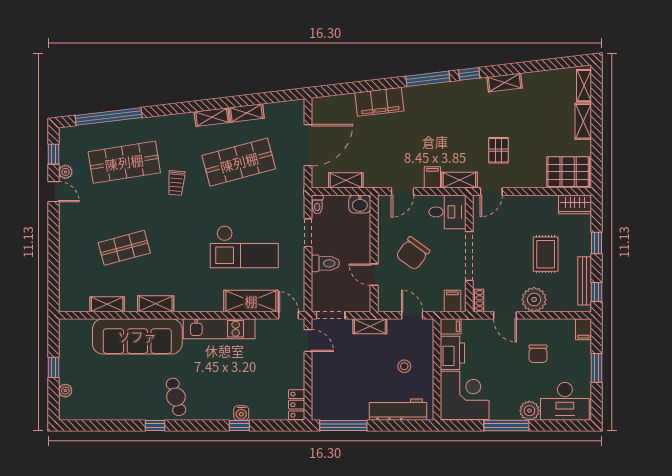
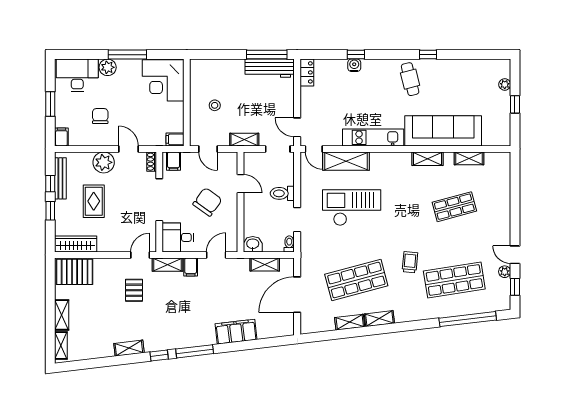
wardrobe: (575, 204) -> (76, 244), width x1.50
window: (596, 292) -> (50, 184), moved
printer: (452, 353) -> (174, 117), removed
workbench: (398, 410) -> (270, 68), moved

